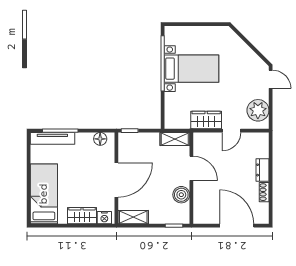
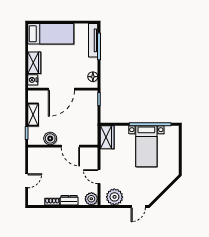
wardrobe: (206, 120) -> (107, 137), moved
shelving: (175, 139) -> (93, 134), removed
plant: (260, 141) -> (91, 199), added
door: (191, 168) -> (70, 146), hinge flipped
door: (116, 180) -> (61, 89), hinge flipped
shelving: (133, 217) -> (33, 115), moved
door: (237, 226) -> (27, 181), width x0.53

